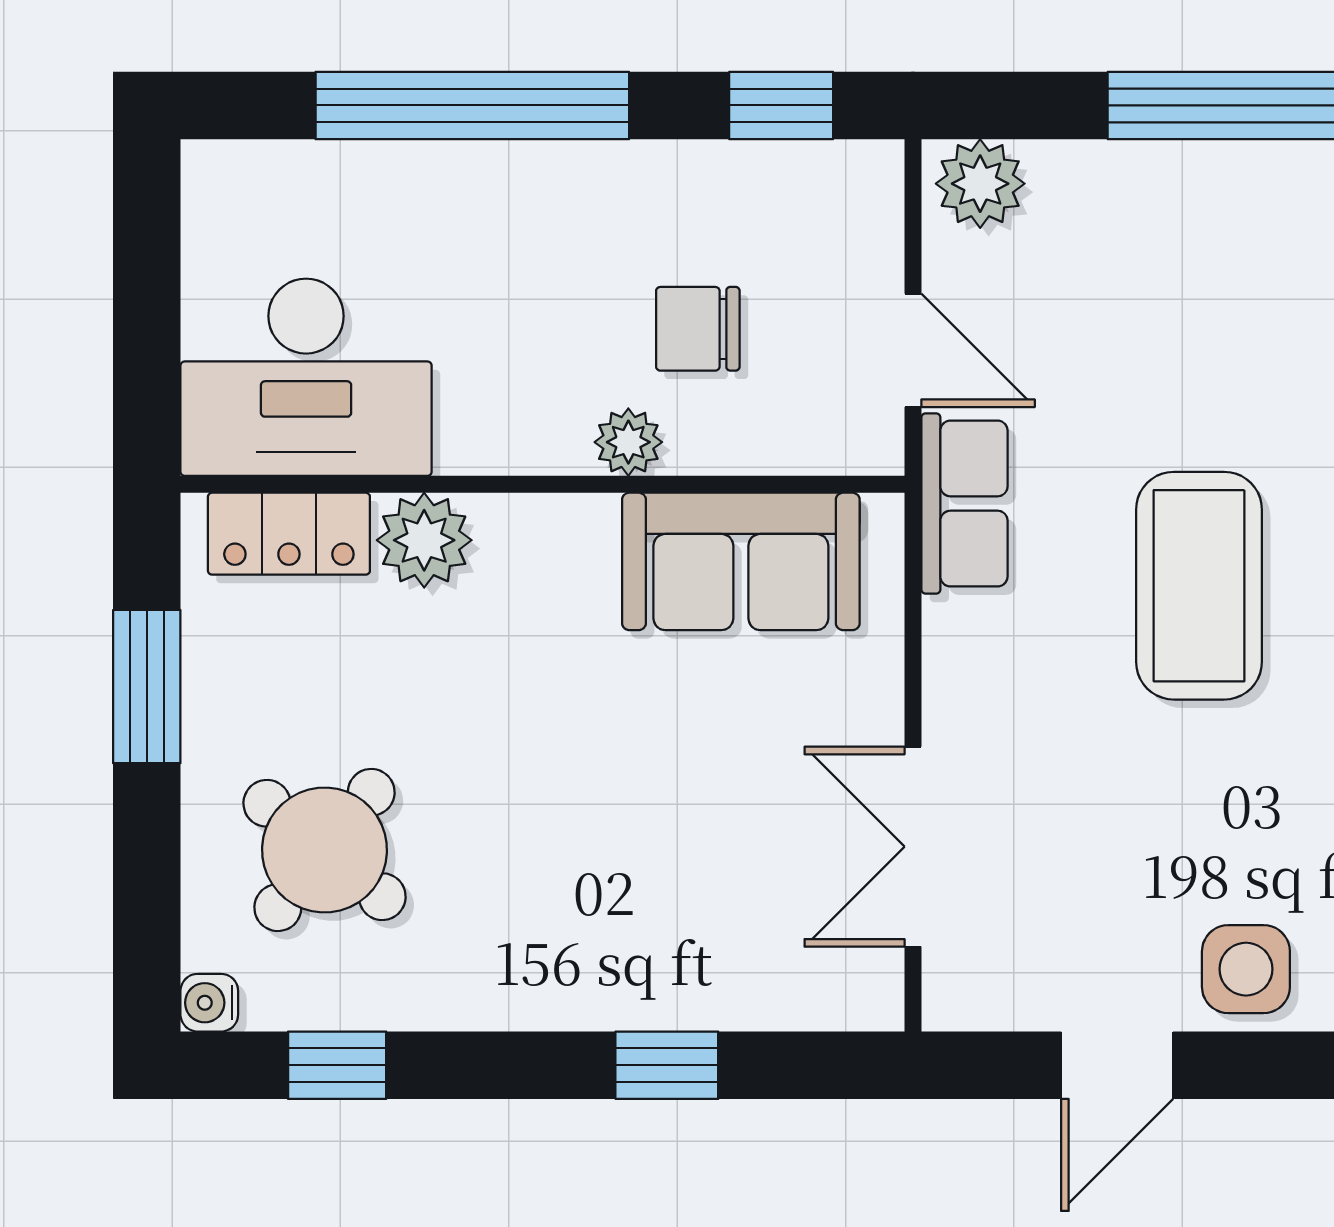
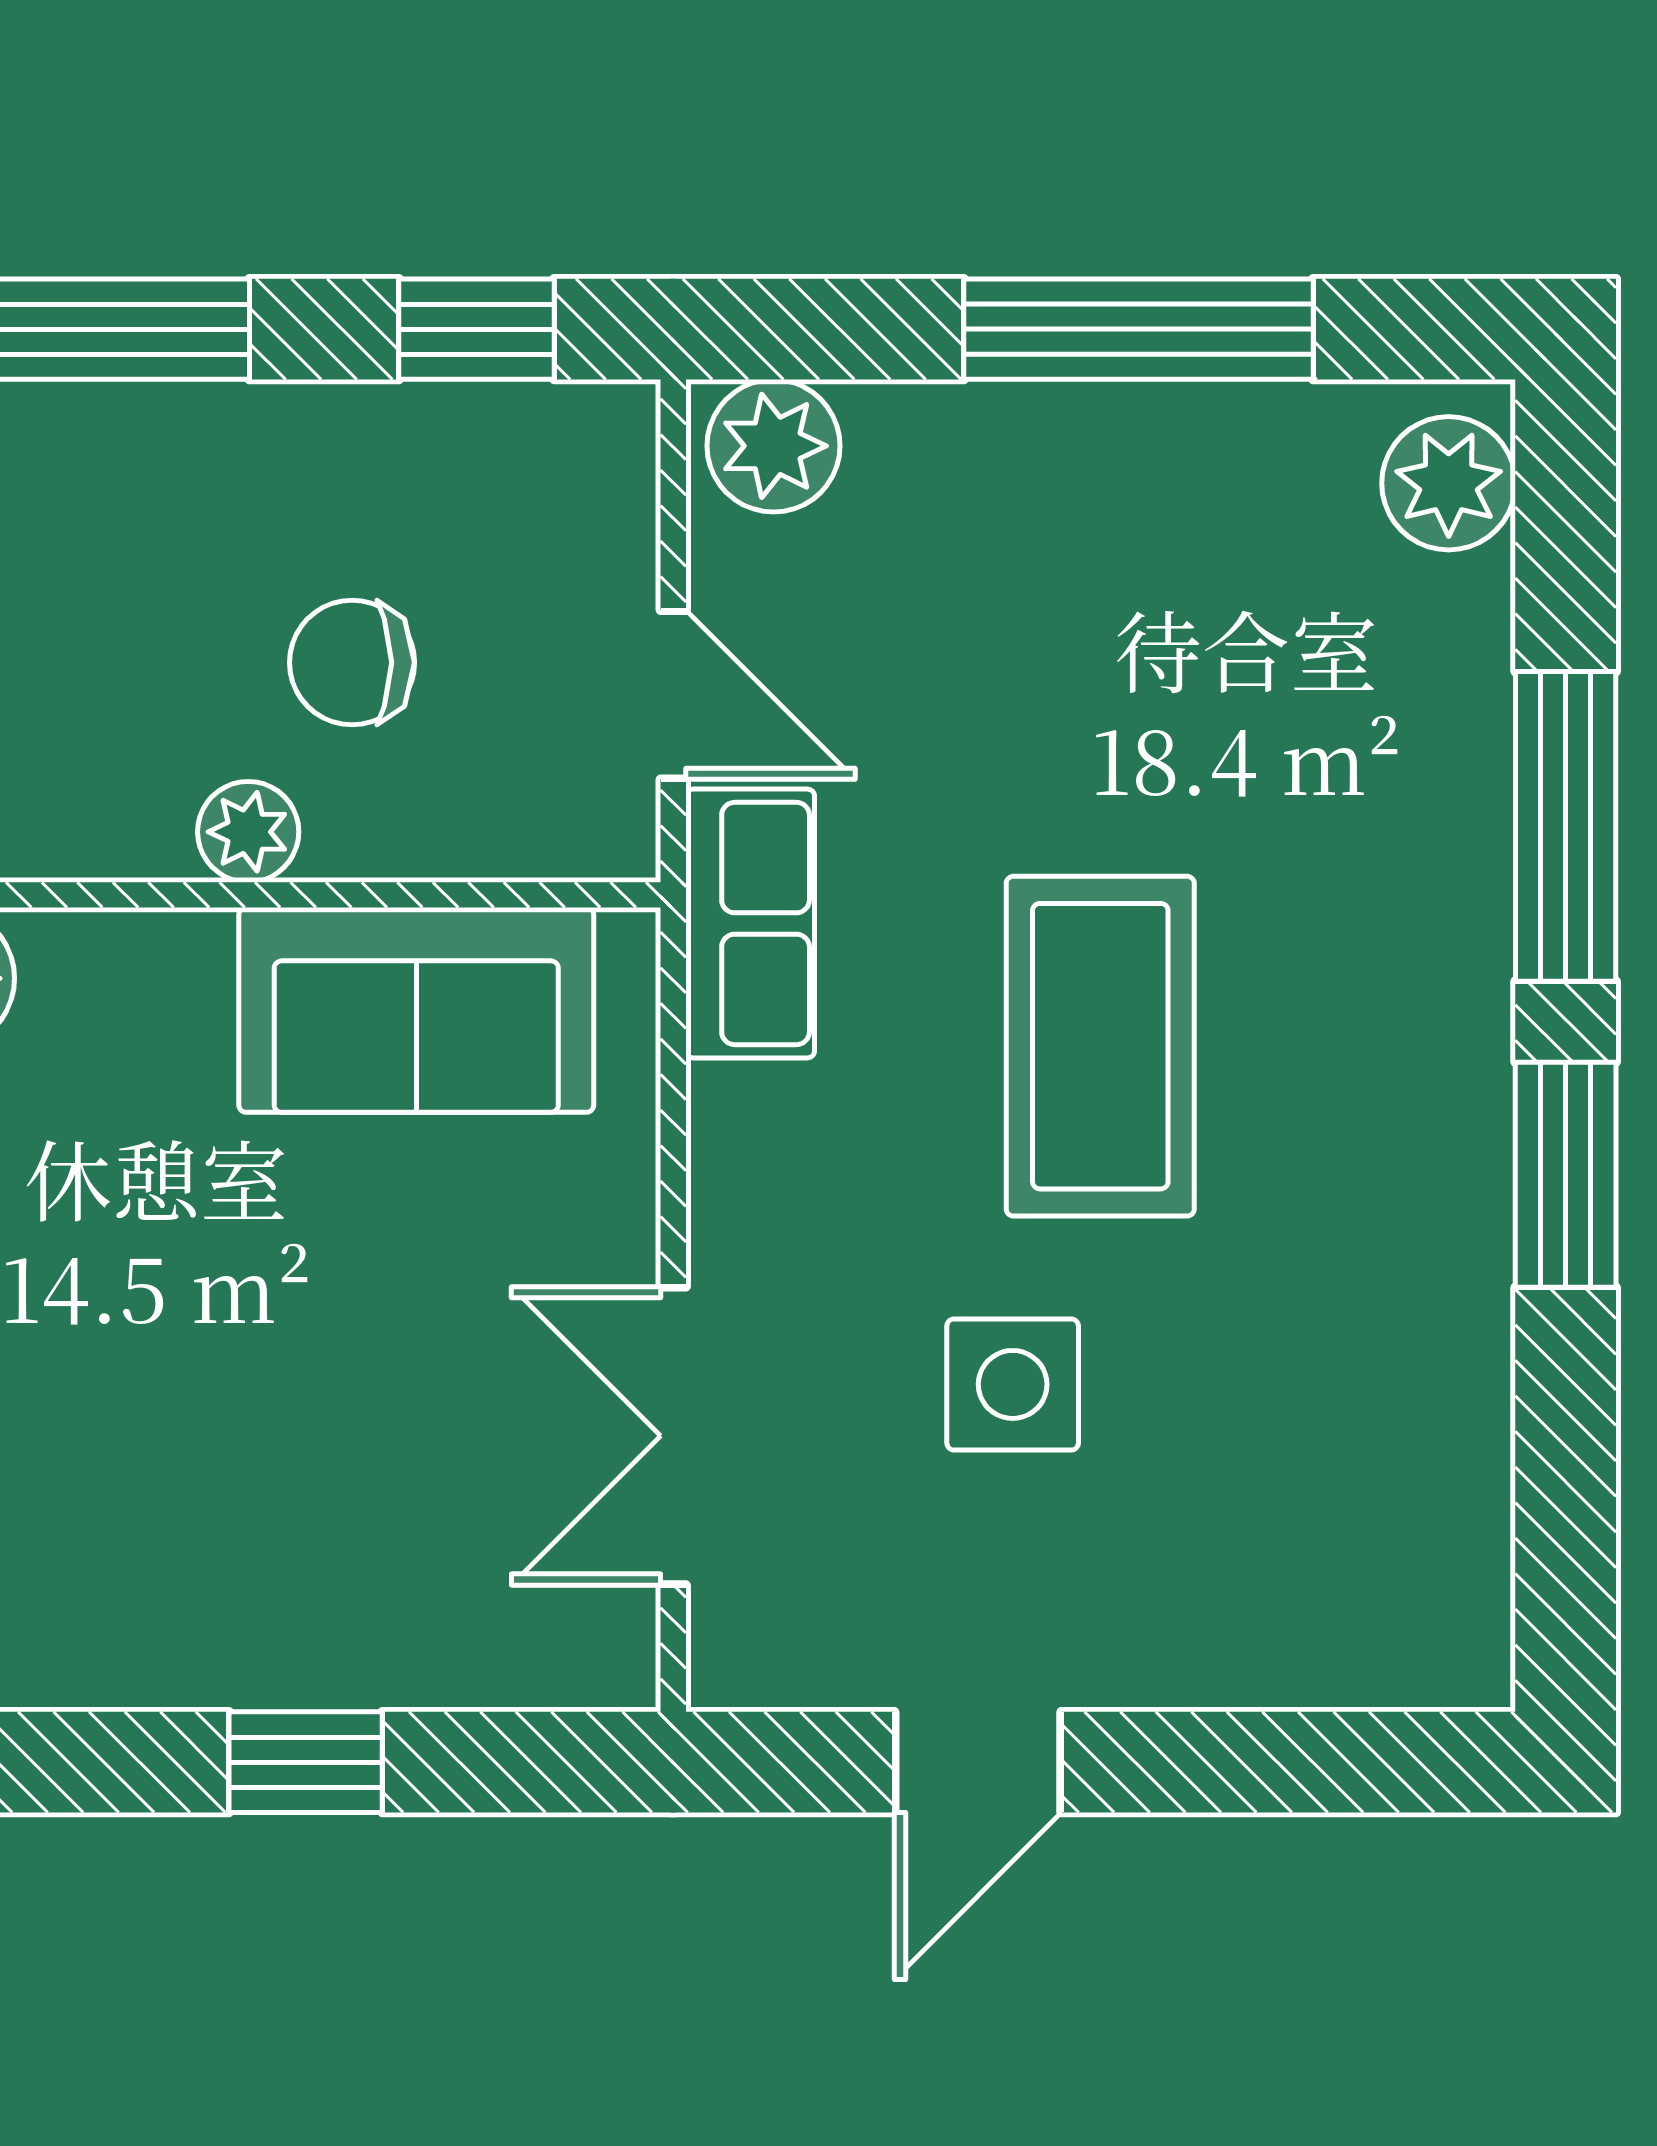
side table: (1246, 969) -> (1013, 1384), moved

